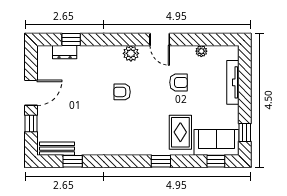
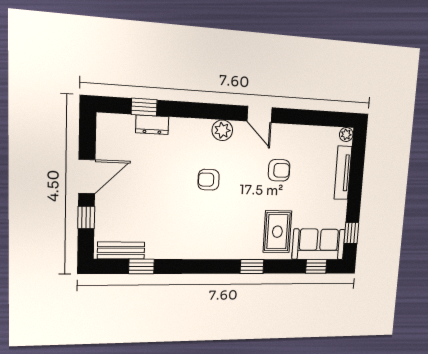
plant: (201, 51) -> (346, 134), moved
dresser: (65, 52) -> (152, 125), moved

